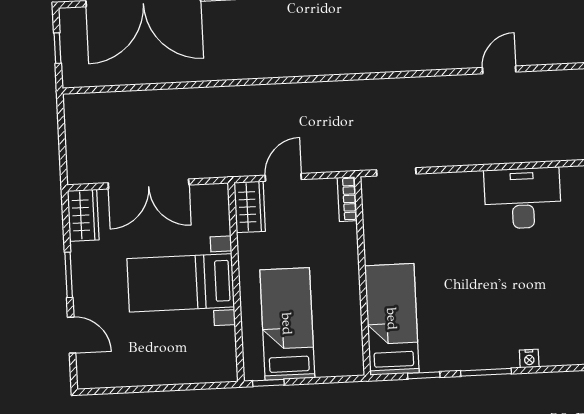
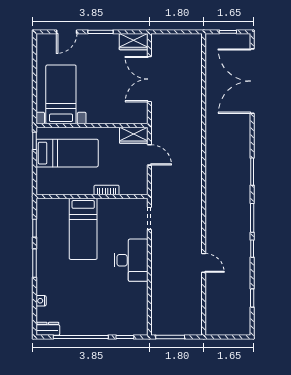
door: (499, 70) -> (204, 263), moved
desk: (523, 198) -> (131, 260), moved
bookcase: (347, 199) -> (107, 190), moved
bed with nightstands: (181, 283) -> (61, 94), moved
bed: (392, 319) -> (83, 229), moved, turned 90
nightstand: (529, 359) -> (41, 301), moved

